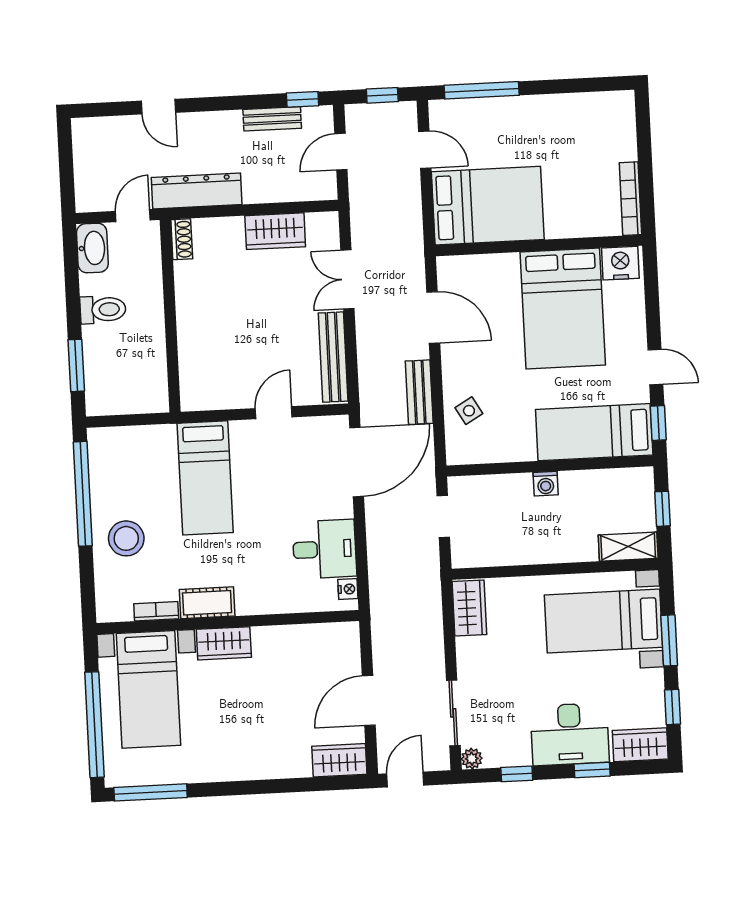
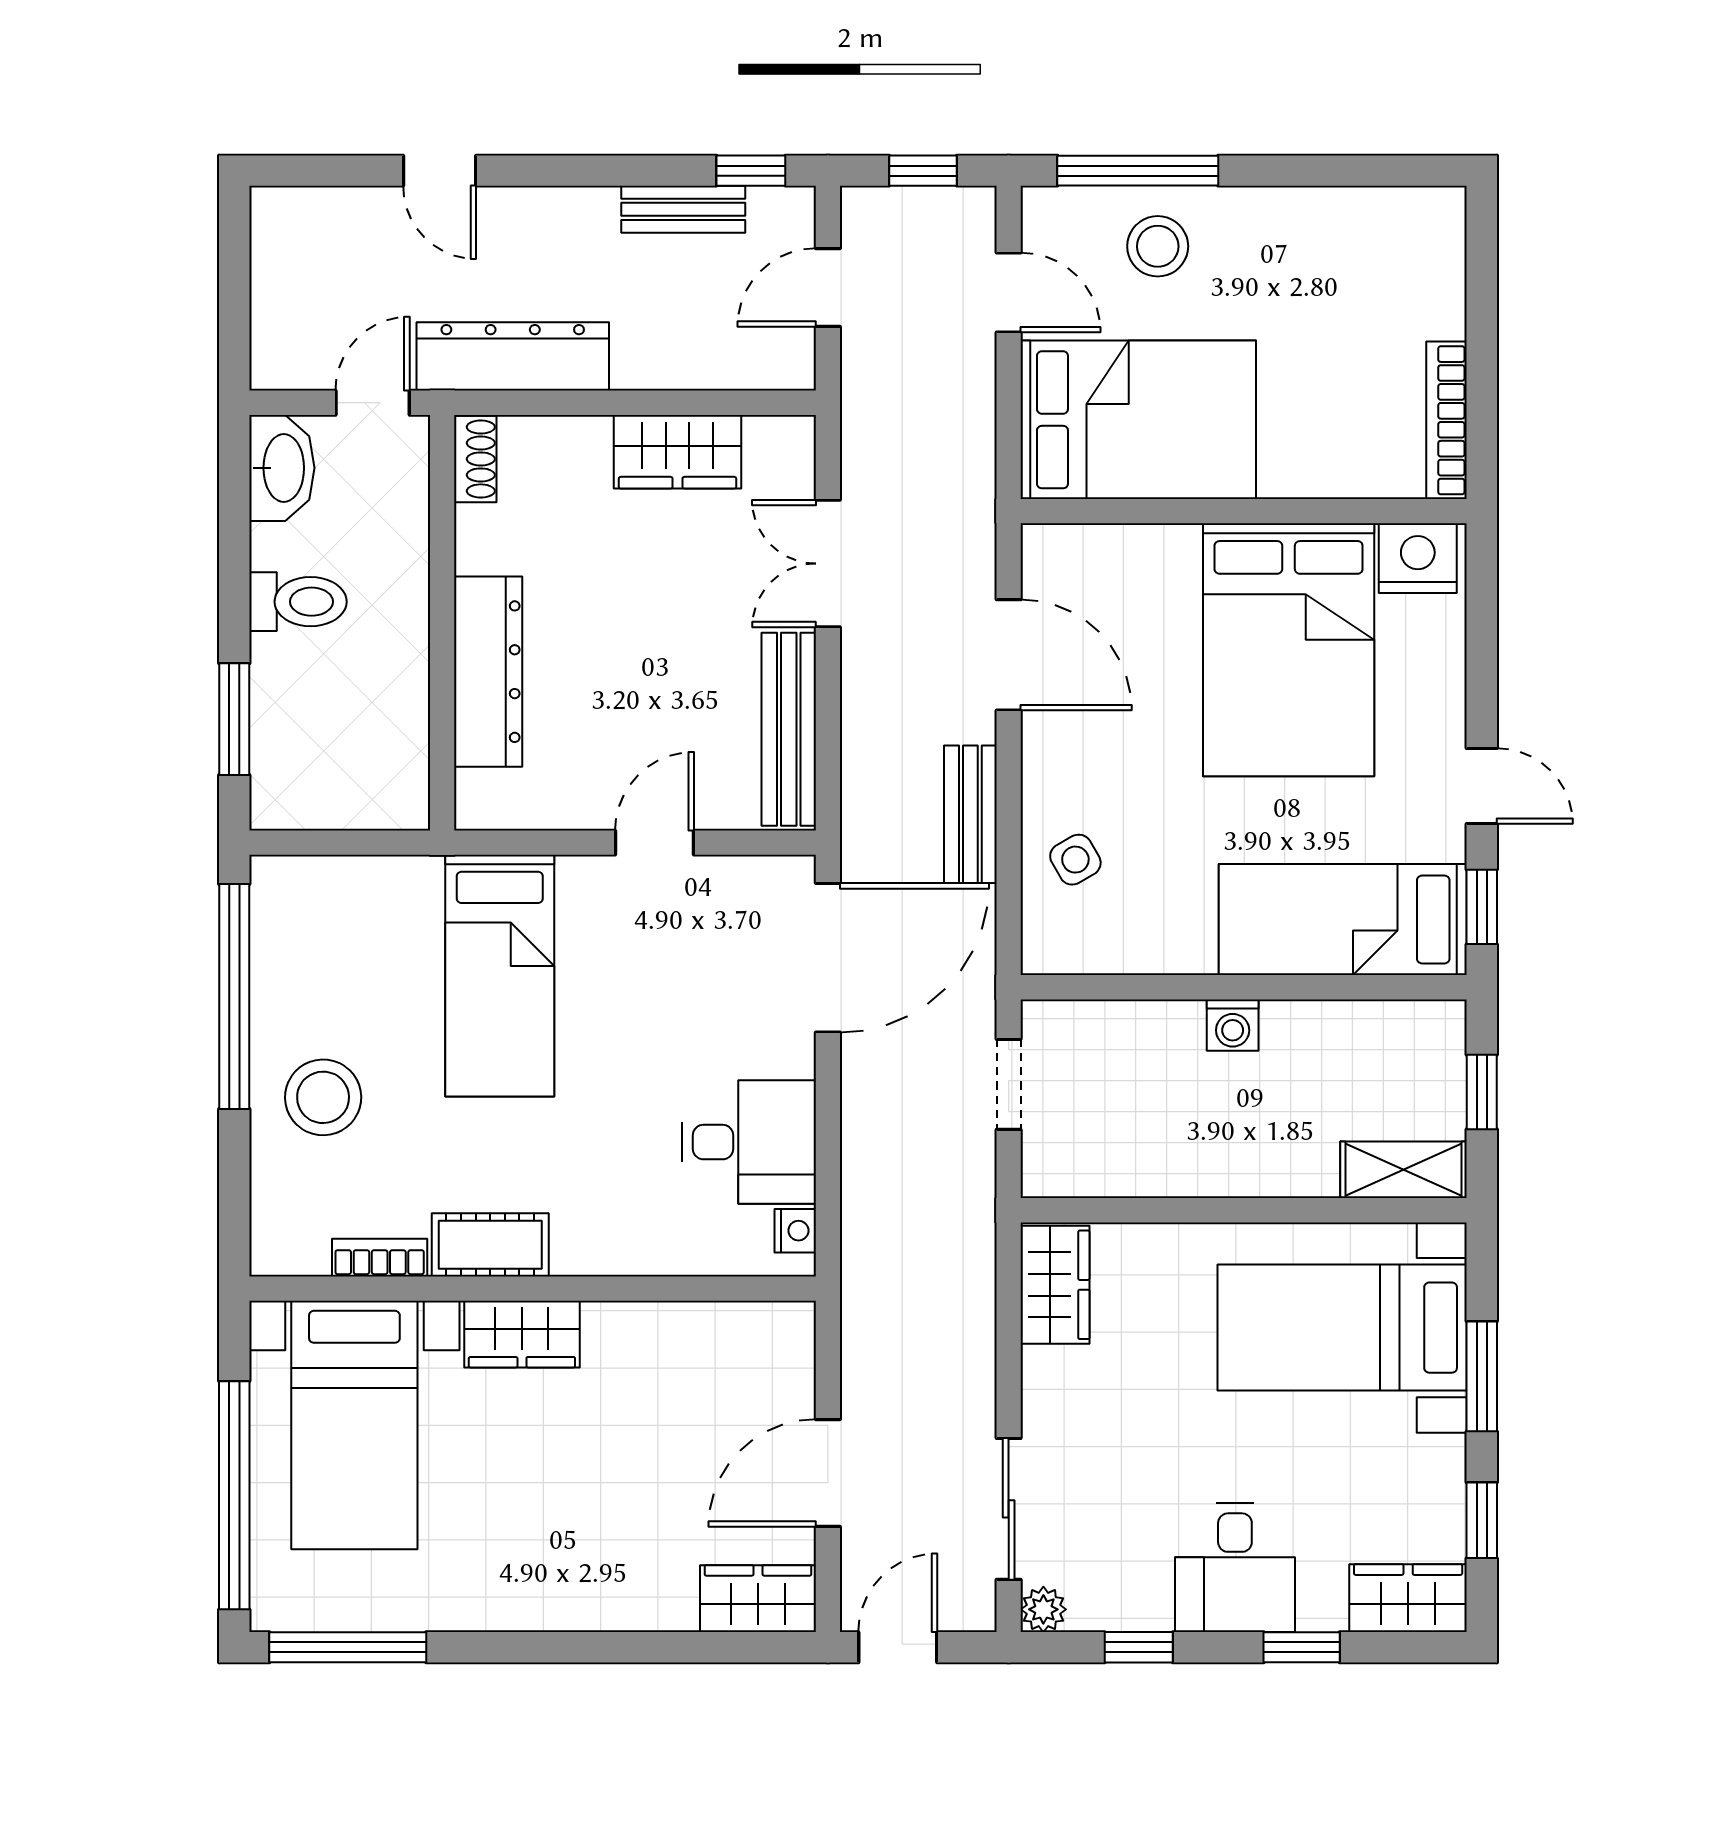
stool: (493, 125) -> (1158, 246), added
dresser: (193, 337) -> (488, 672), added
desk: (570, 734) -> (1235, 1568), width x0.73

